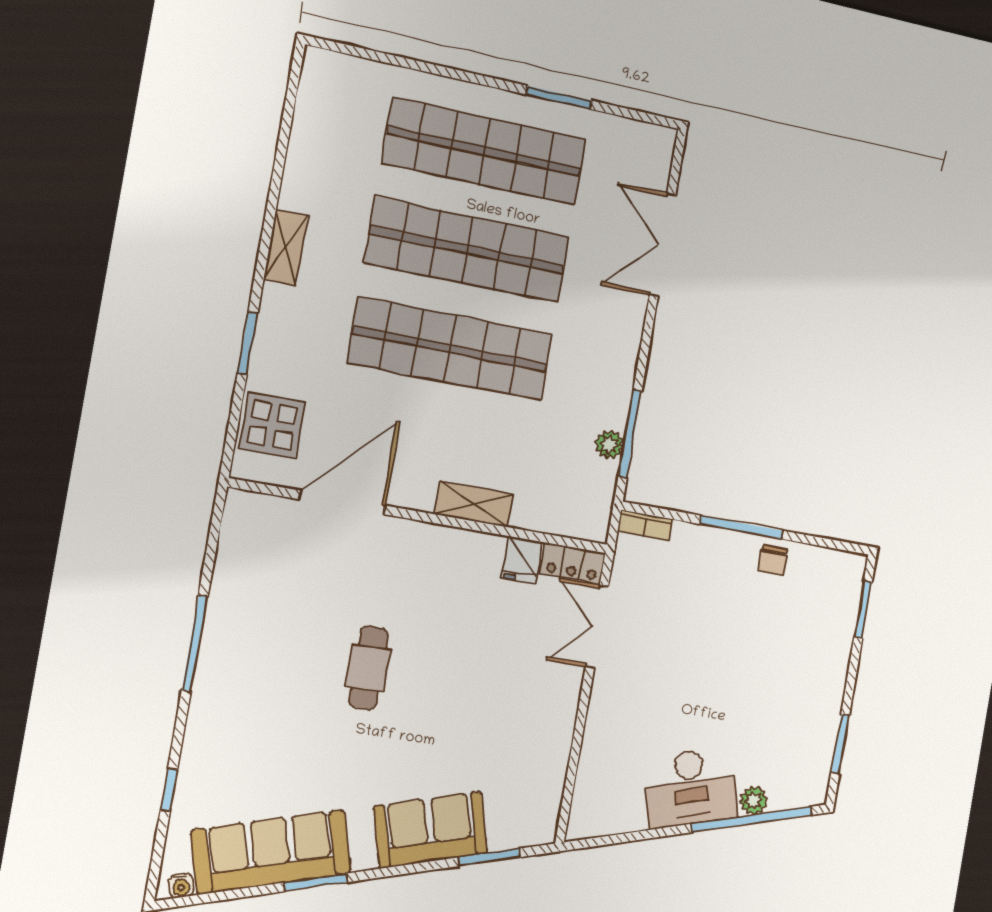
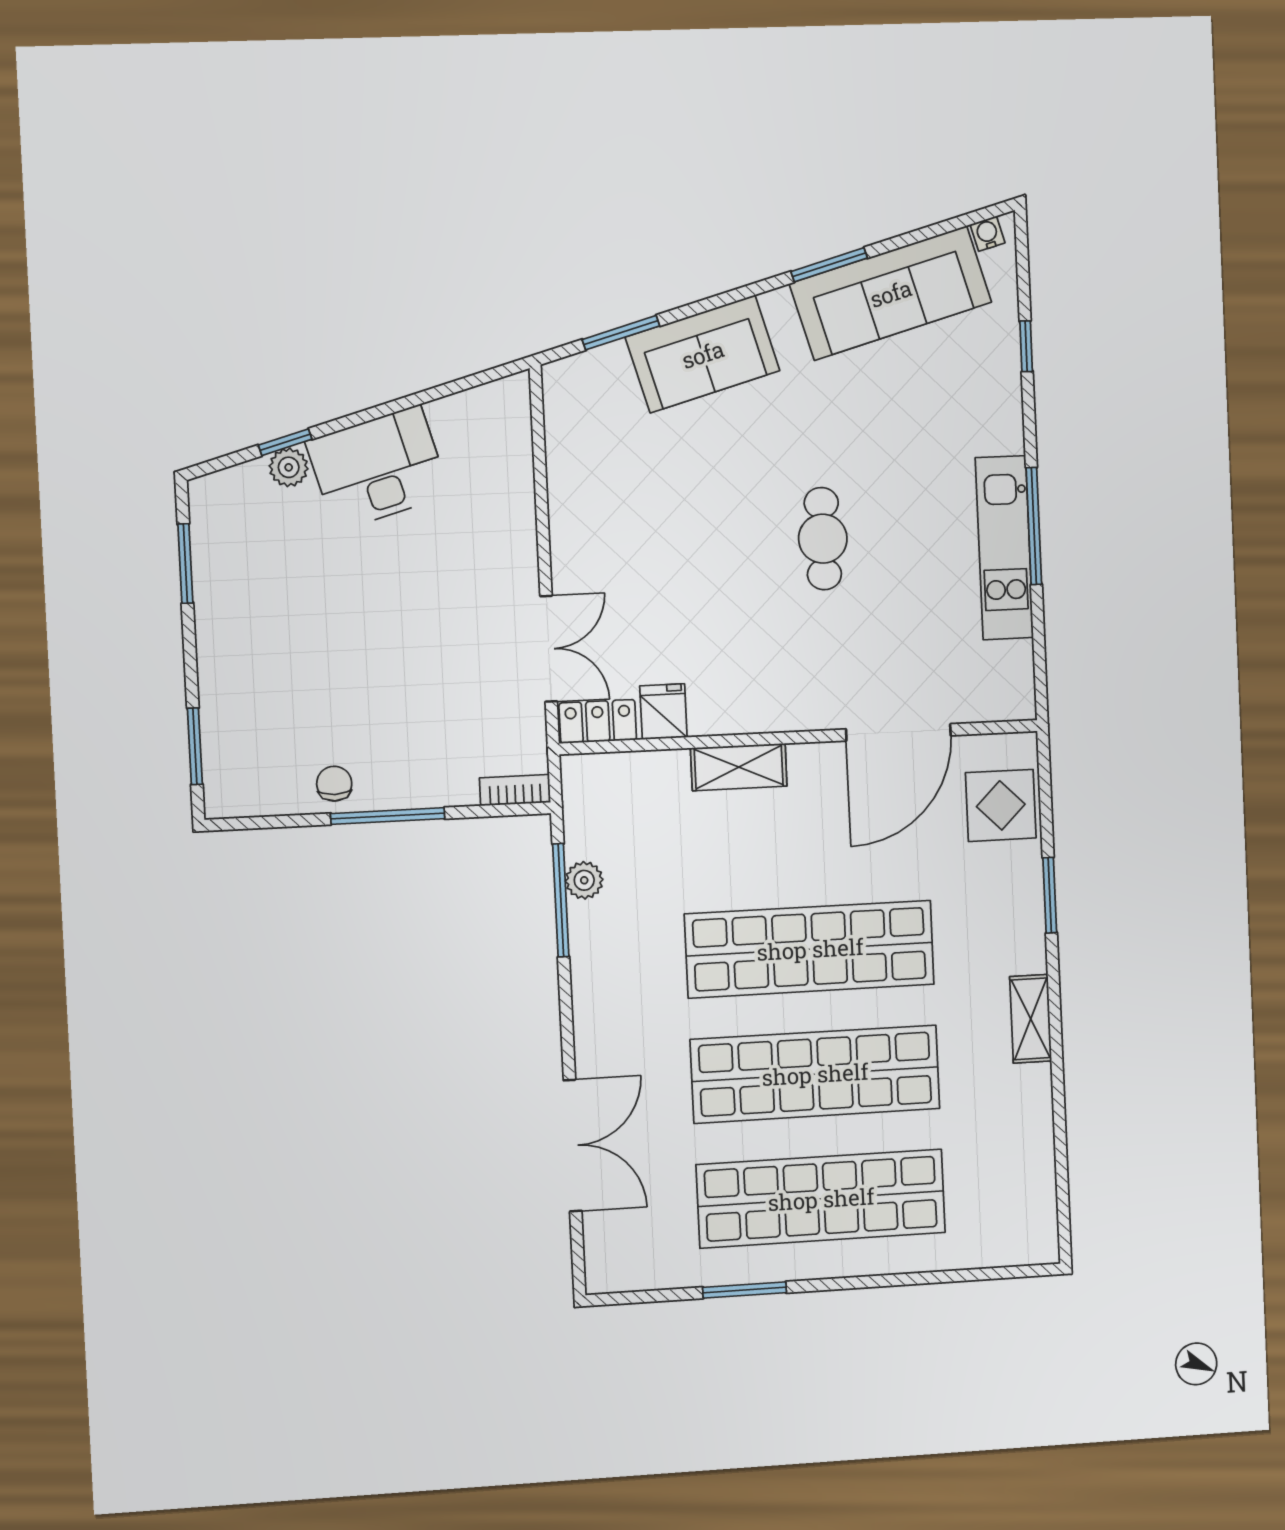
kitchen unit: (223, 631) -> (1004, 548), added
window: (752, 819) -> (285, 442), width x0.32

